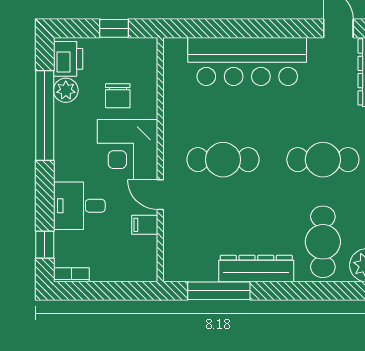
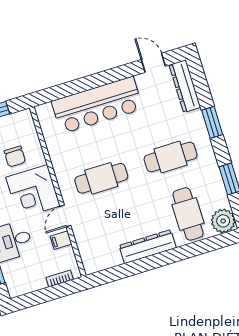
door: (160, 195) -> (65, 216), hinge flipped
bookcase: (71, 275) -> (60, 278), moved
window: (219, 291) -> (126, 270), removed

